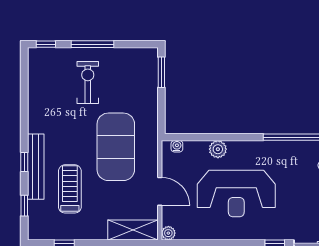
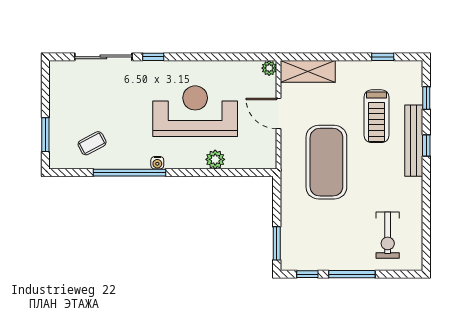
window: (46, 44) -> (307, 274), moved
exercise bike: (88, 83) -> (388, 235), moved
water cooler: (177, 146) -> (157, 163), moved

